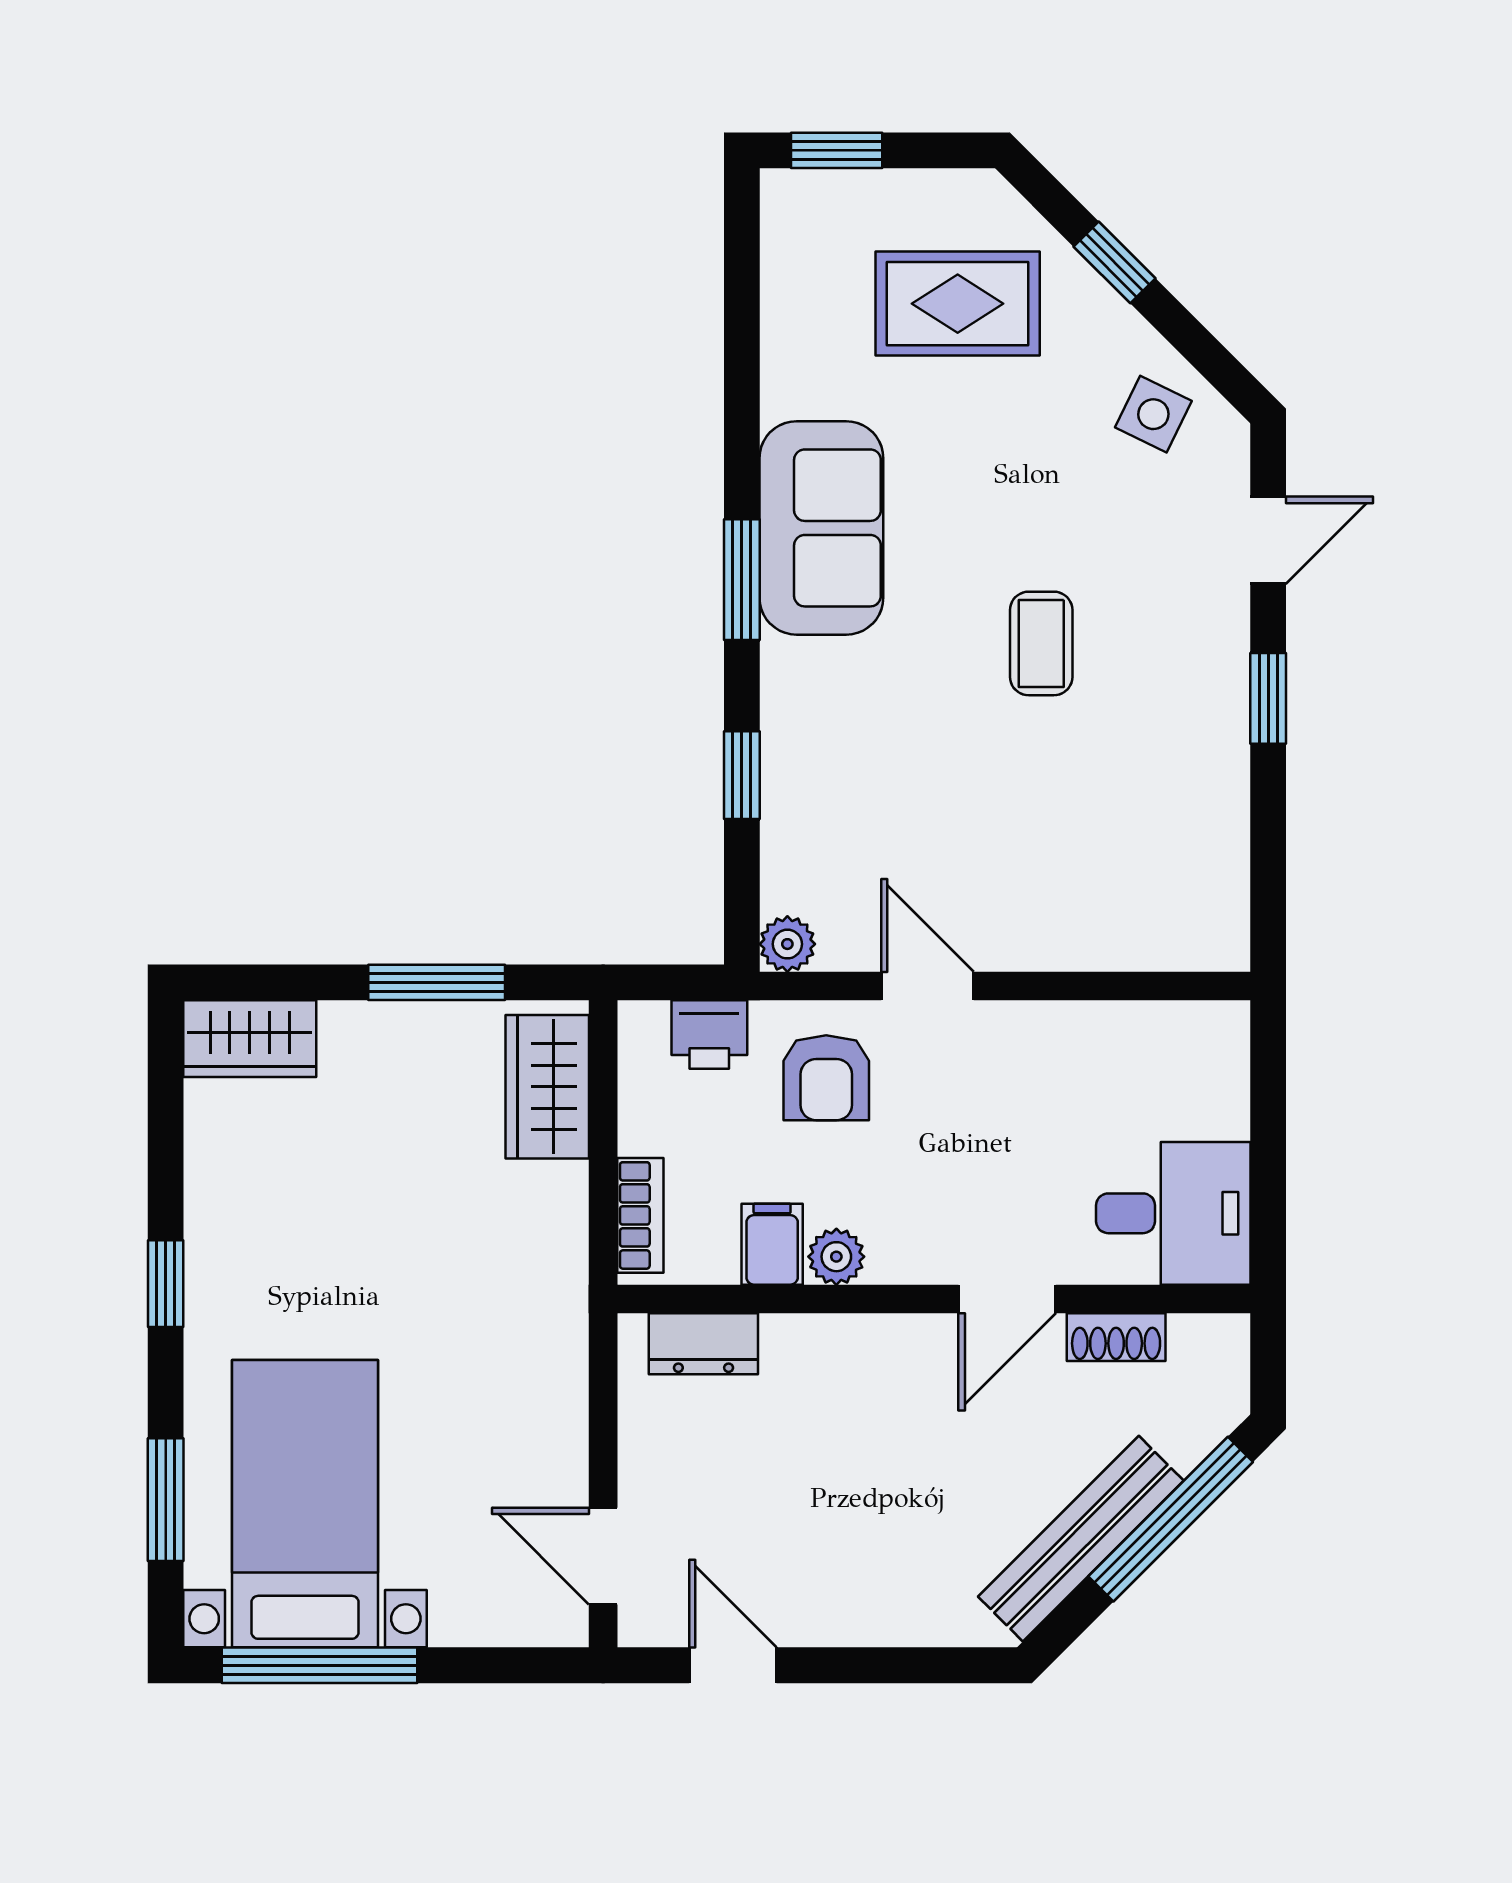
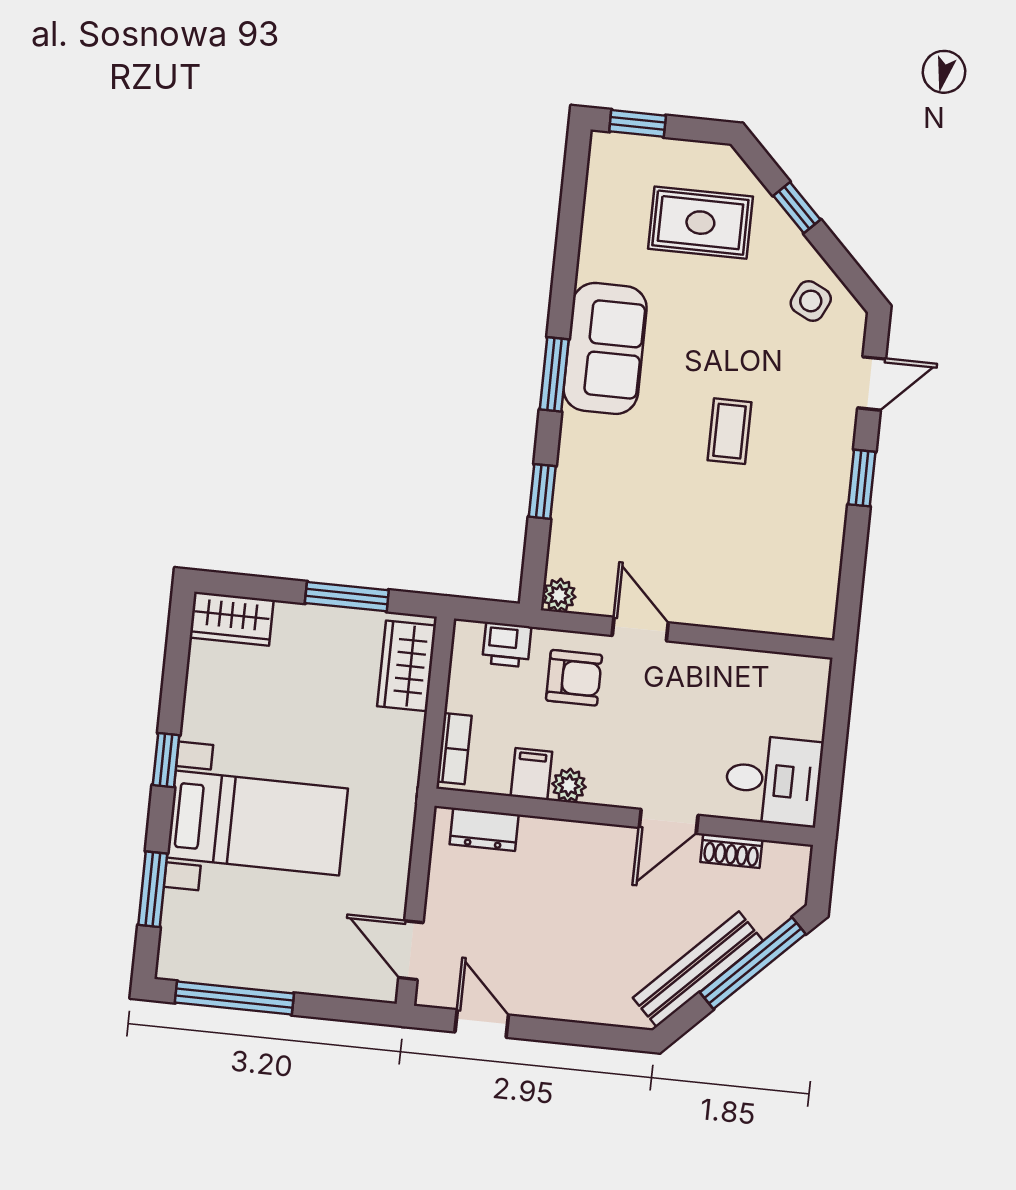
armchair: (826, 1078) -> (574, 678), turned -90
bed with nightstands: (305, 1504) -> (257, 823), moved, turned 90

